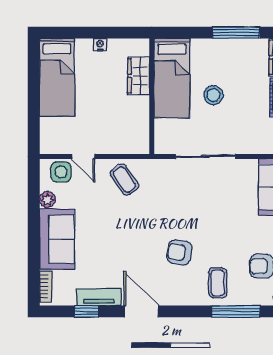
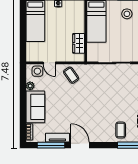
wardrobe: (138, 76) -> (79, 43), moved
stool: (213, 95) -> (127, 14), moved
armchair: (179, 252) -> (100, 114), removed
window: (87, 311) -> (51, 145), width x2.17

